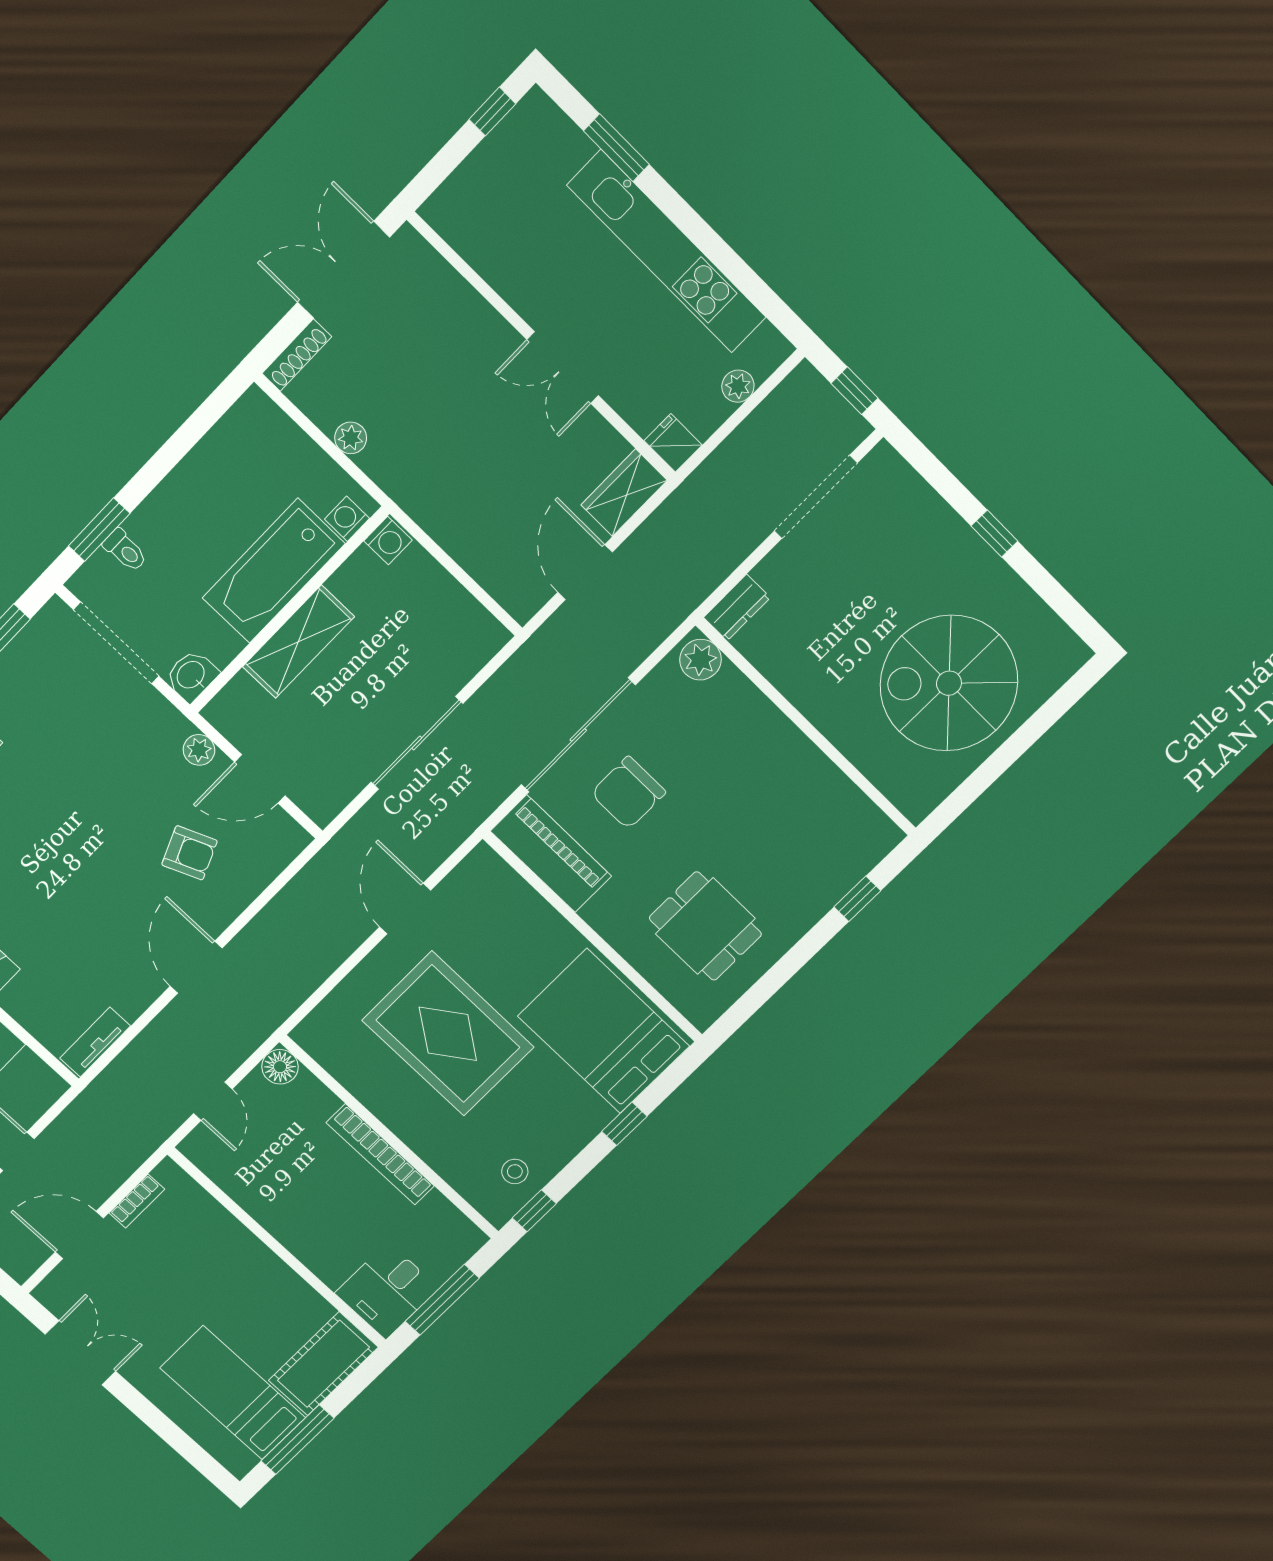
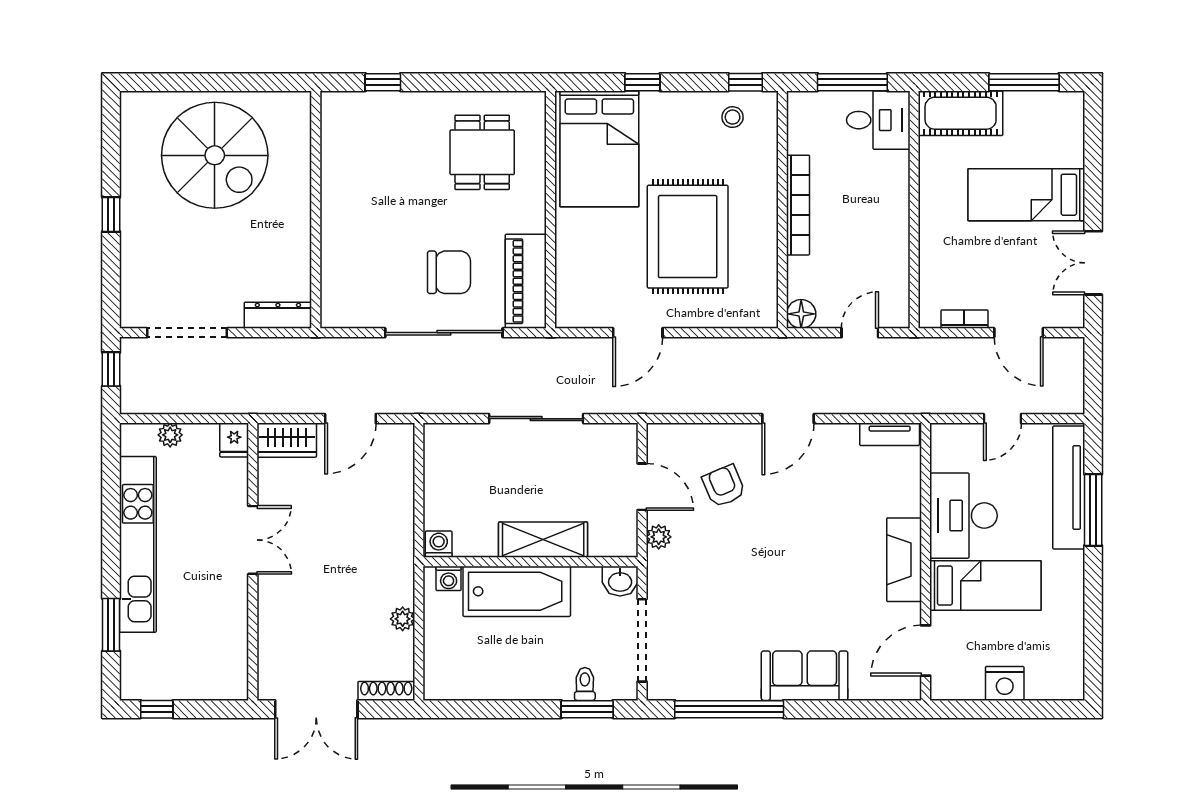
dresser: (737, 608) -> (278, 315), width x1.44
plant: (701, 660) -> (336, 307), removed
bed: (233, 1393) -> (1026, 195), moved, turned 90

